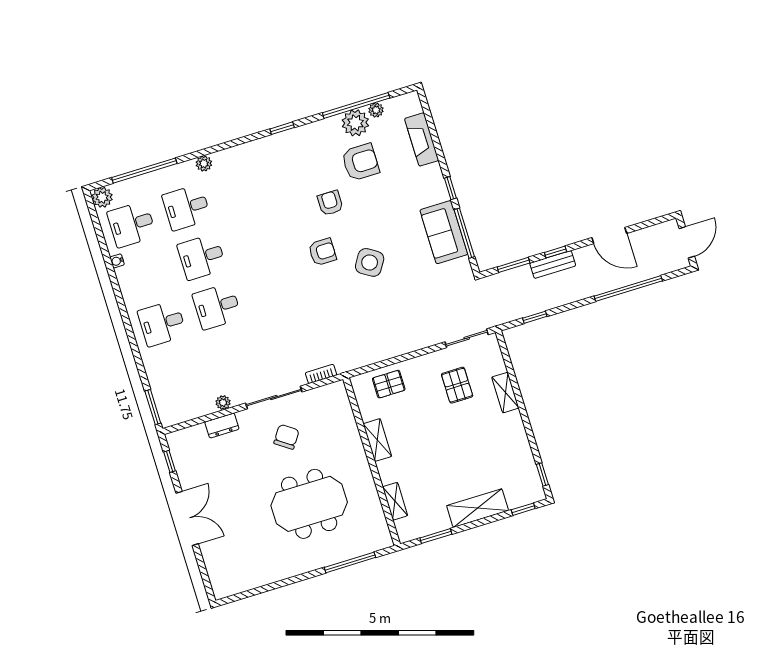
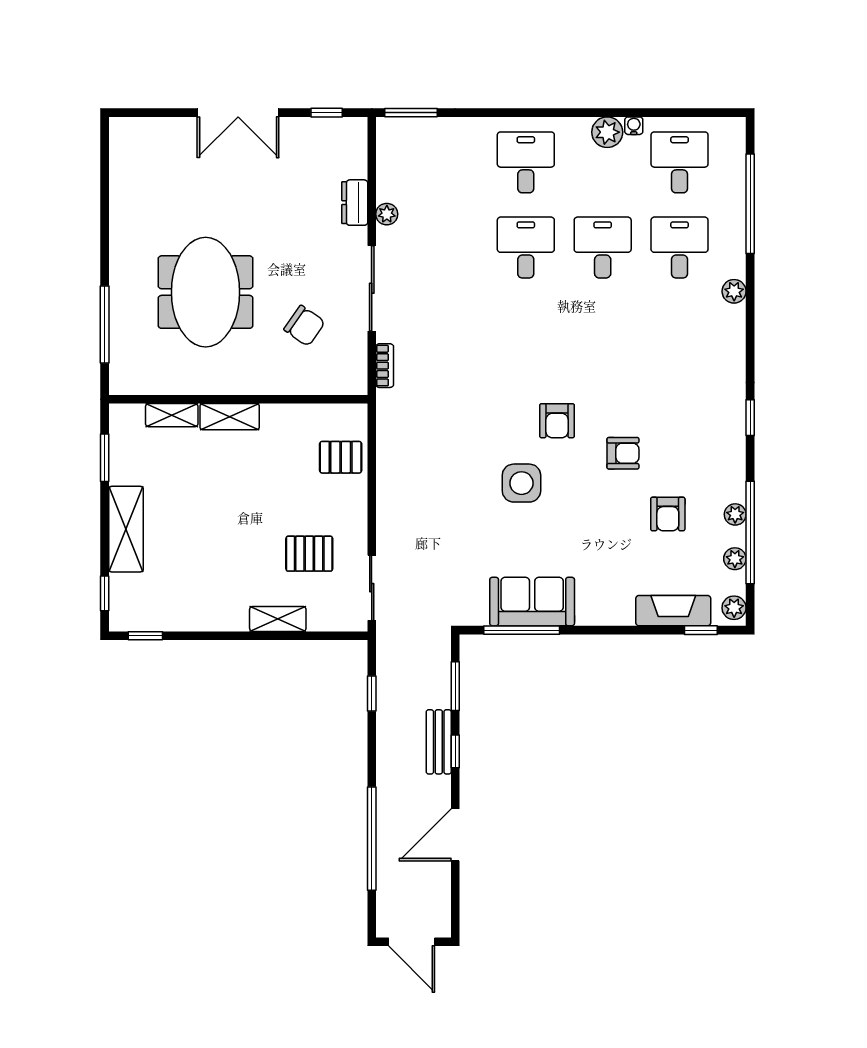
plant: (408, 101) -> (734, 608), added
plant: (355, 123) -> (735, 514), width x0.53, depth x0.53
armchair: (360, 162) -> (668, 514), width x0.72, depth x0.72
window: (450, 188) -> (701, 630), moved
plant: (102, 197) -> (607, 132), moved
side table: (370, 262) -> (521, 483), turned -32
pallet: (389, 384) -> (341, 457), turned 90
chair: (286, 437) -> (304, 326), moved
shelving: (377, 440) -> (230, 417), moved

